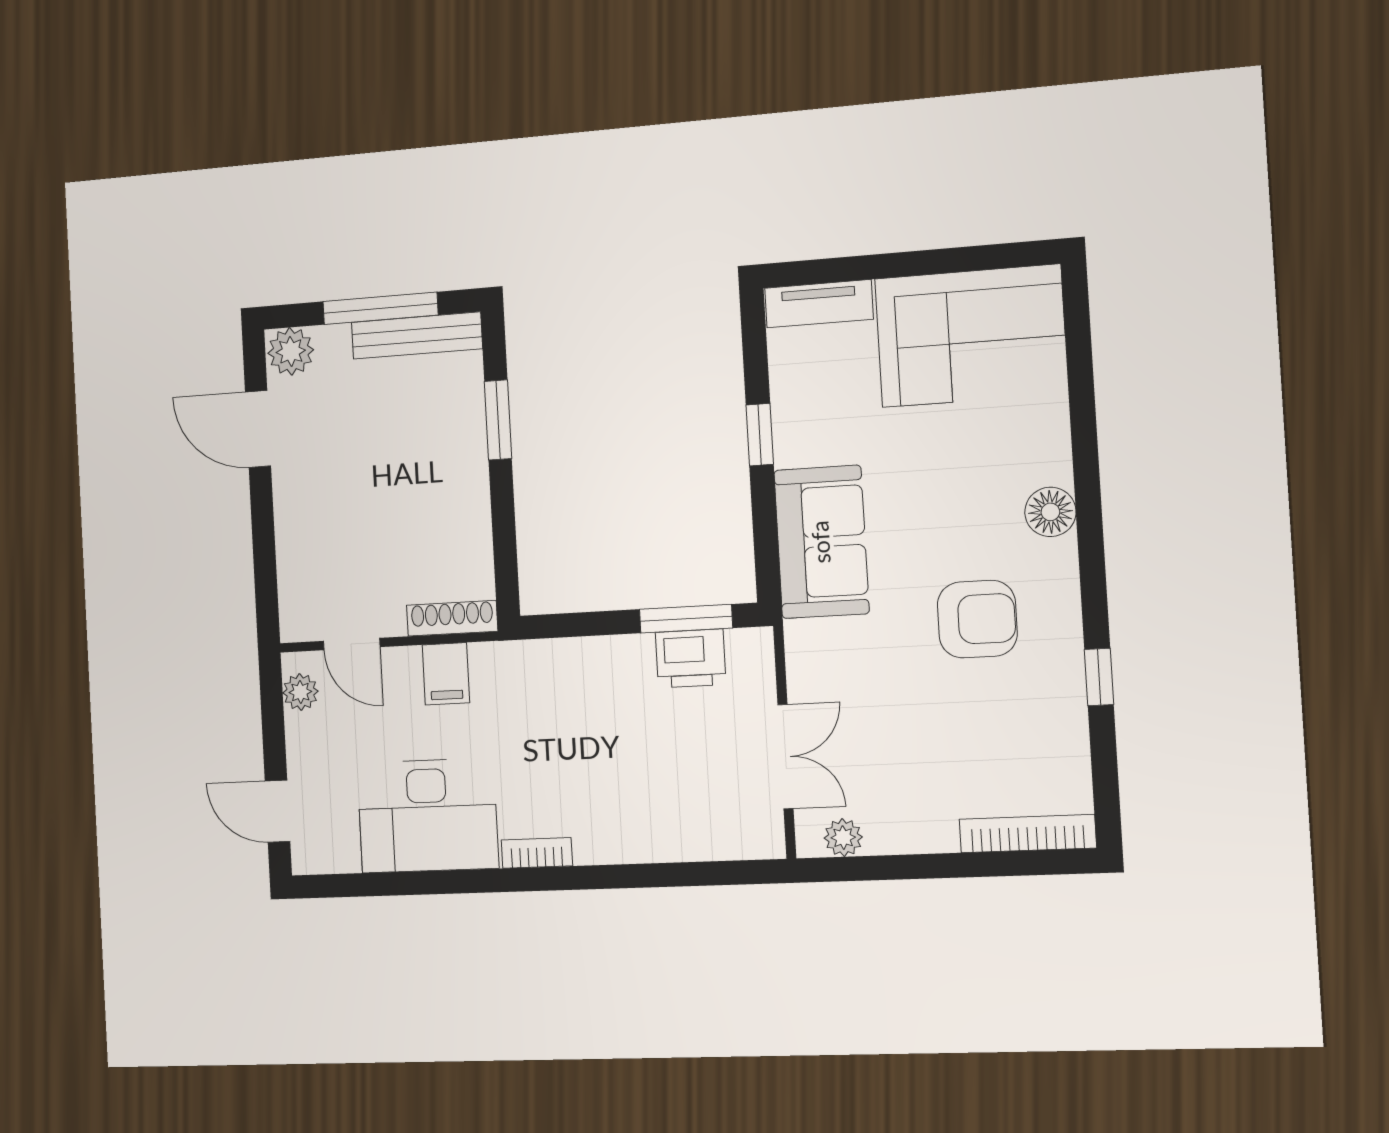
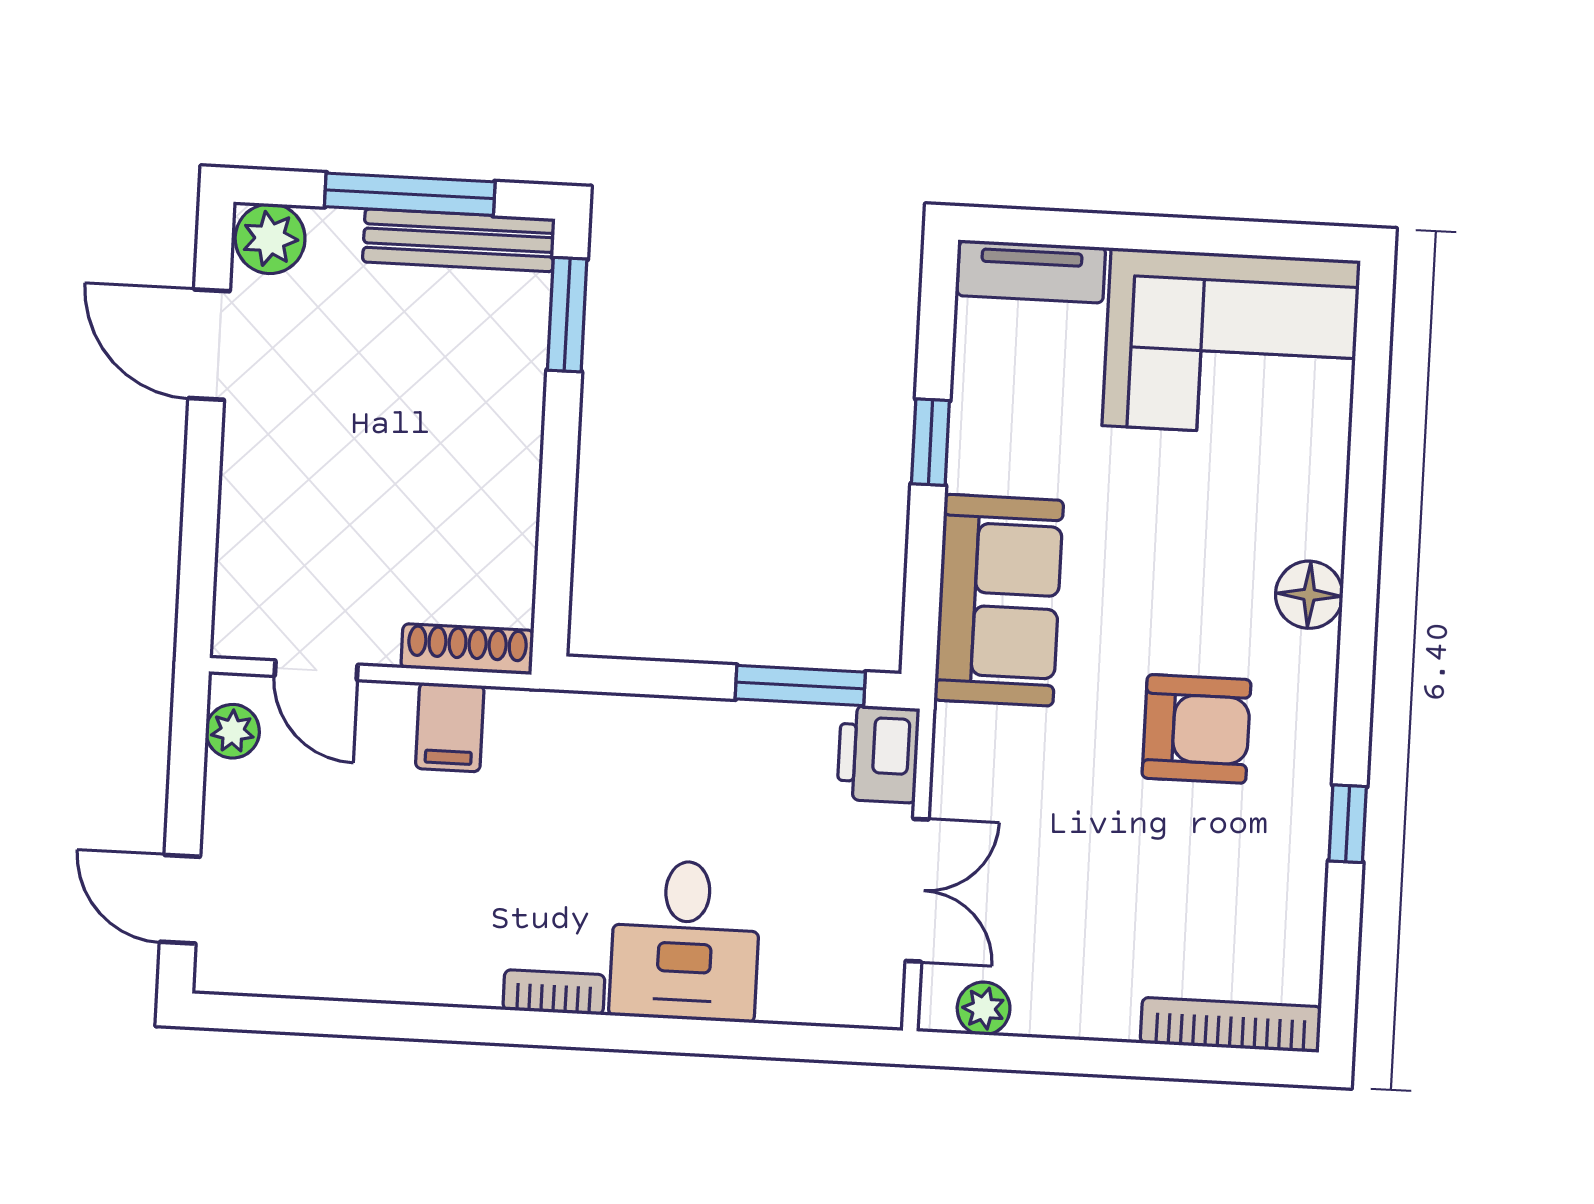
window: (498, 420) -> (567, 315), moved
printer: (691, 658) -> (878, 754), moved, turned 90
desk: (428, 816) -> (685, 940), moved, width x0.73

